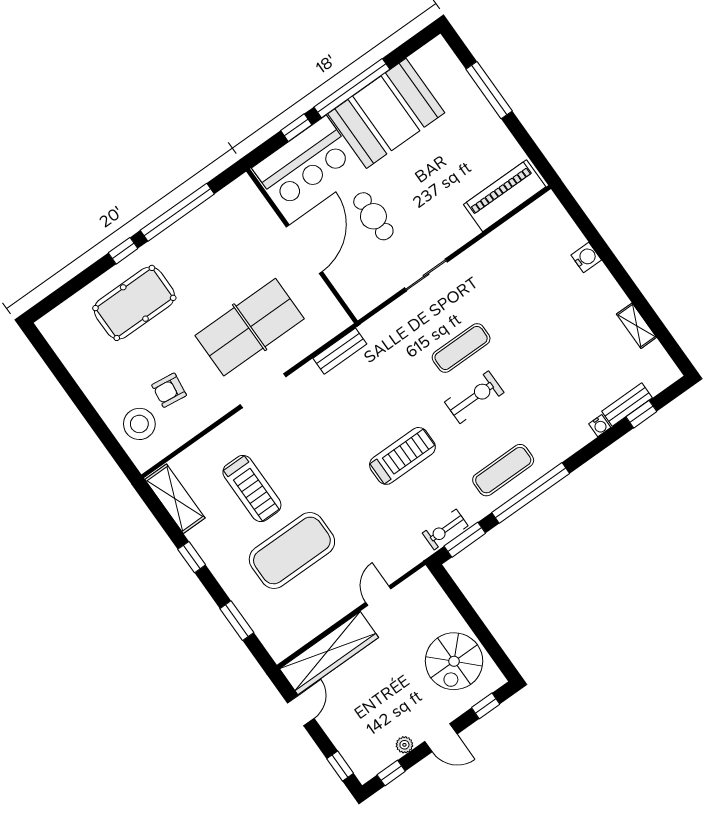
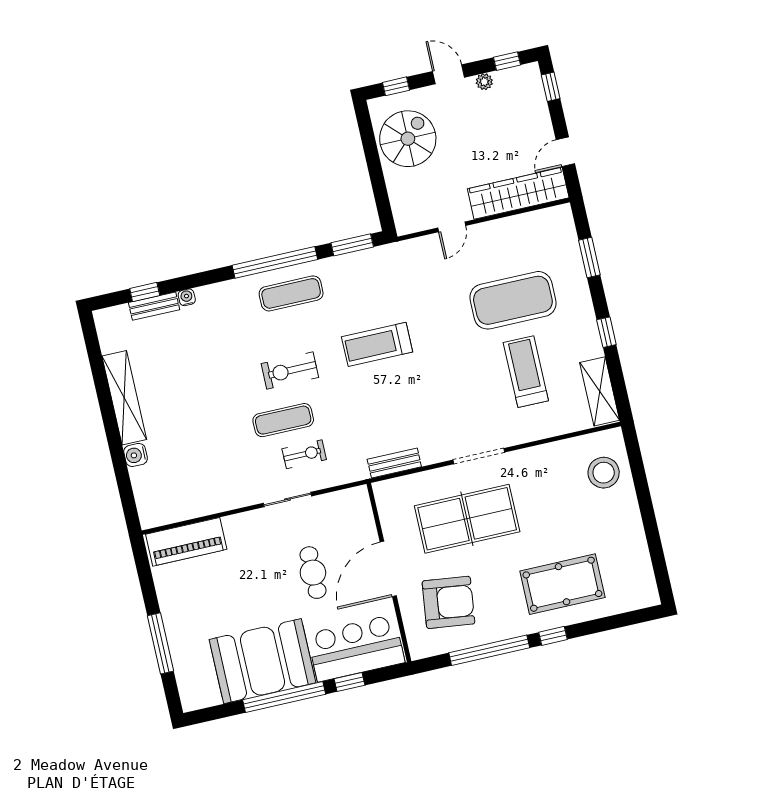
shelving: (637, 326) -> (124, 398), width x2.20, depth x1.33
armchair: (169, 390) -> (448, 602), moved, width x1.88, depth x1.88
exercise bike: (445, 529) -> (304, 454), moved

